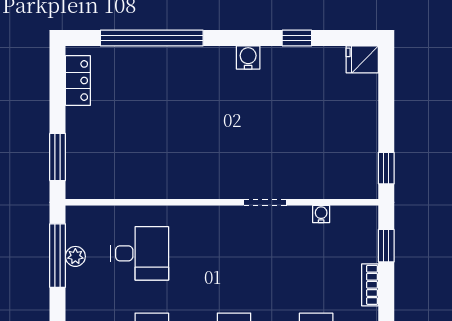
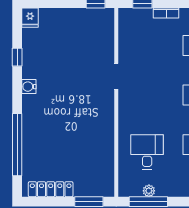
locker: (78, 81) -> (51, 189), width x1.53
water cooler: (321, 214) -> (123, 42), removed

